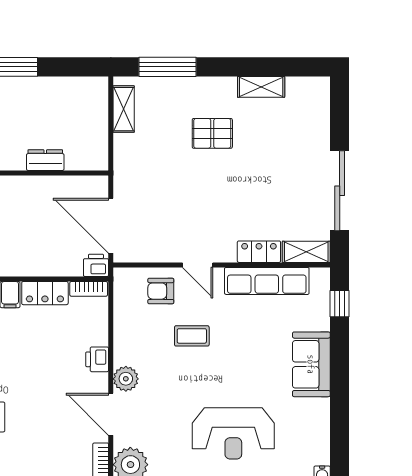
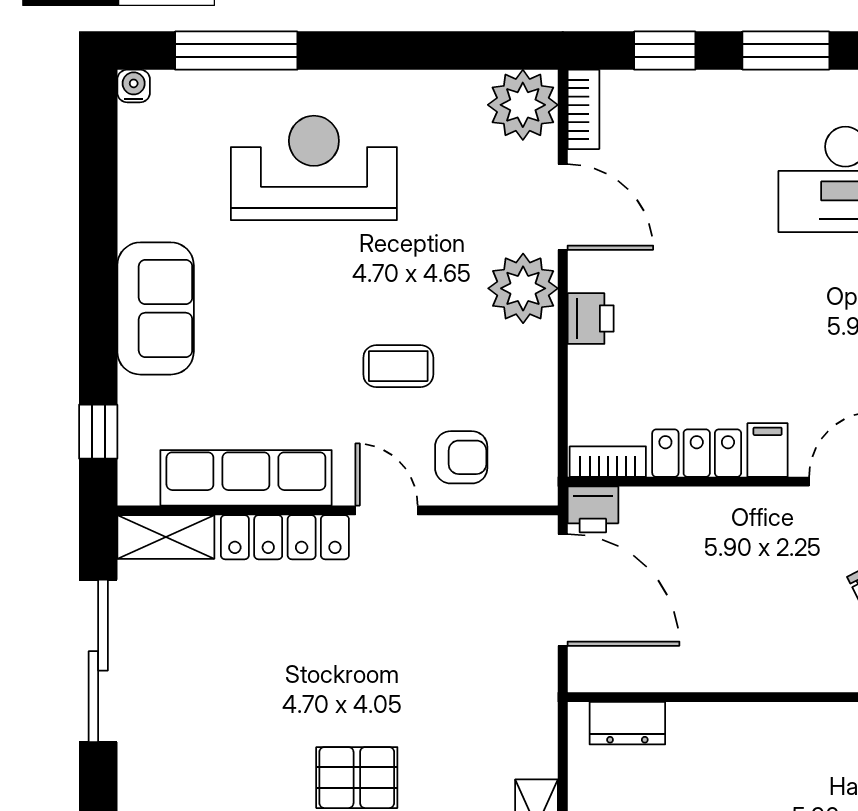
dresser: (45, 160) -> (627, 723), moved
locker: (259, 252) -> (285, 537), width x1.53
plant: (126, 379) -> (523, 288), width x1.36, depth x1.36

